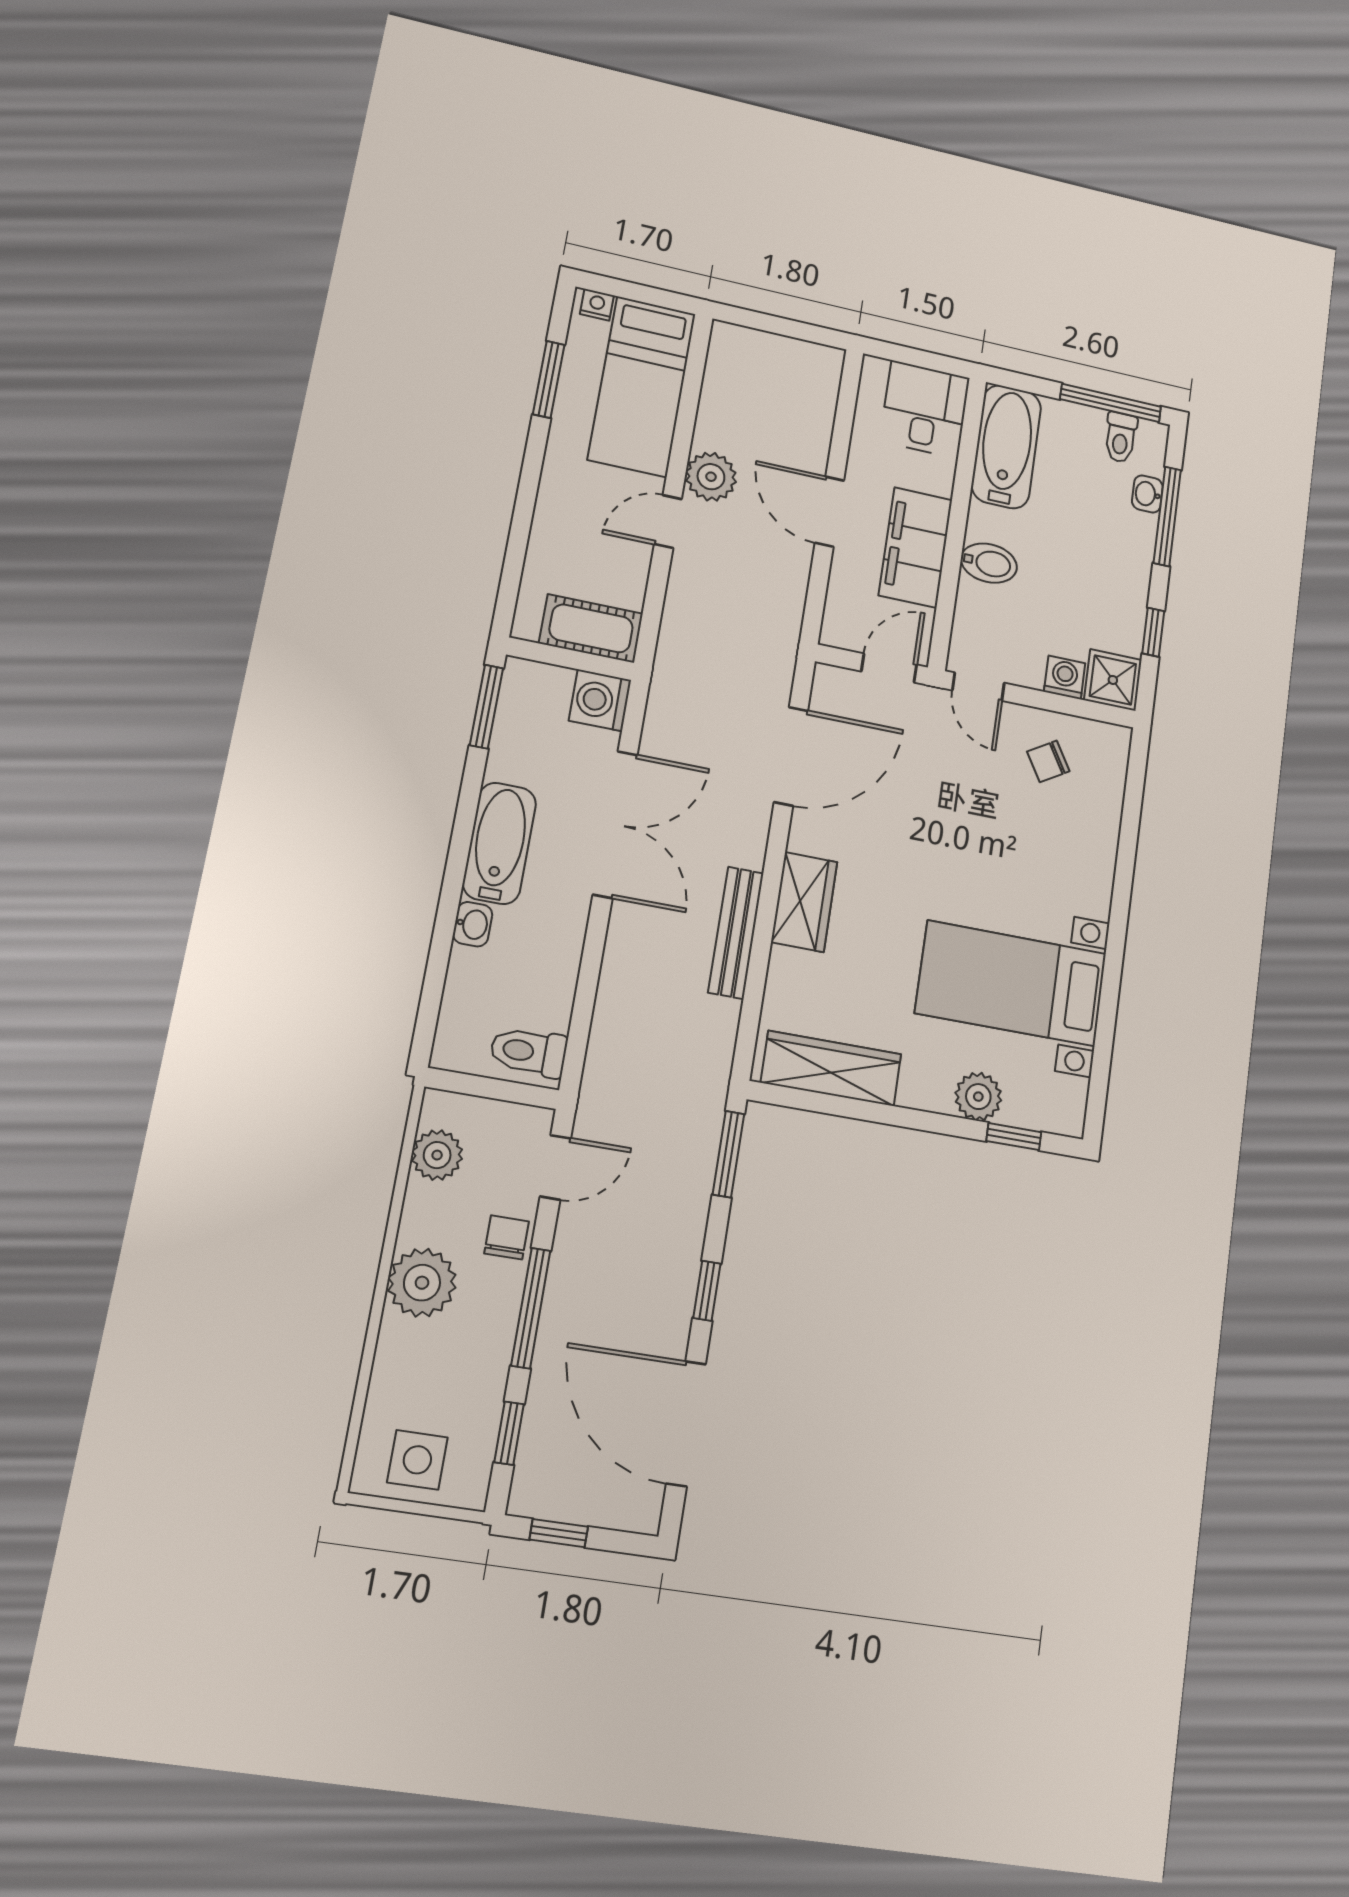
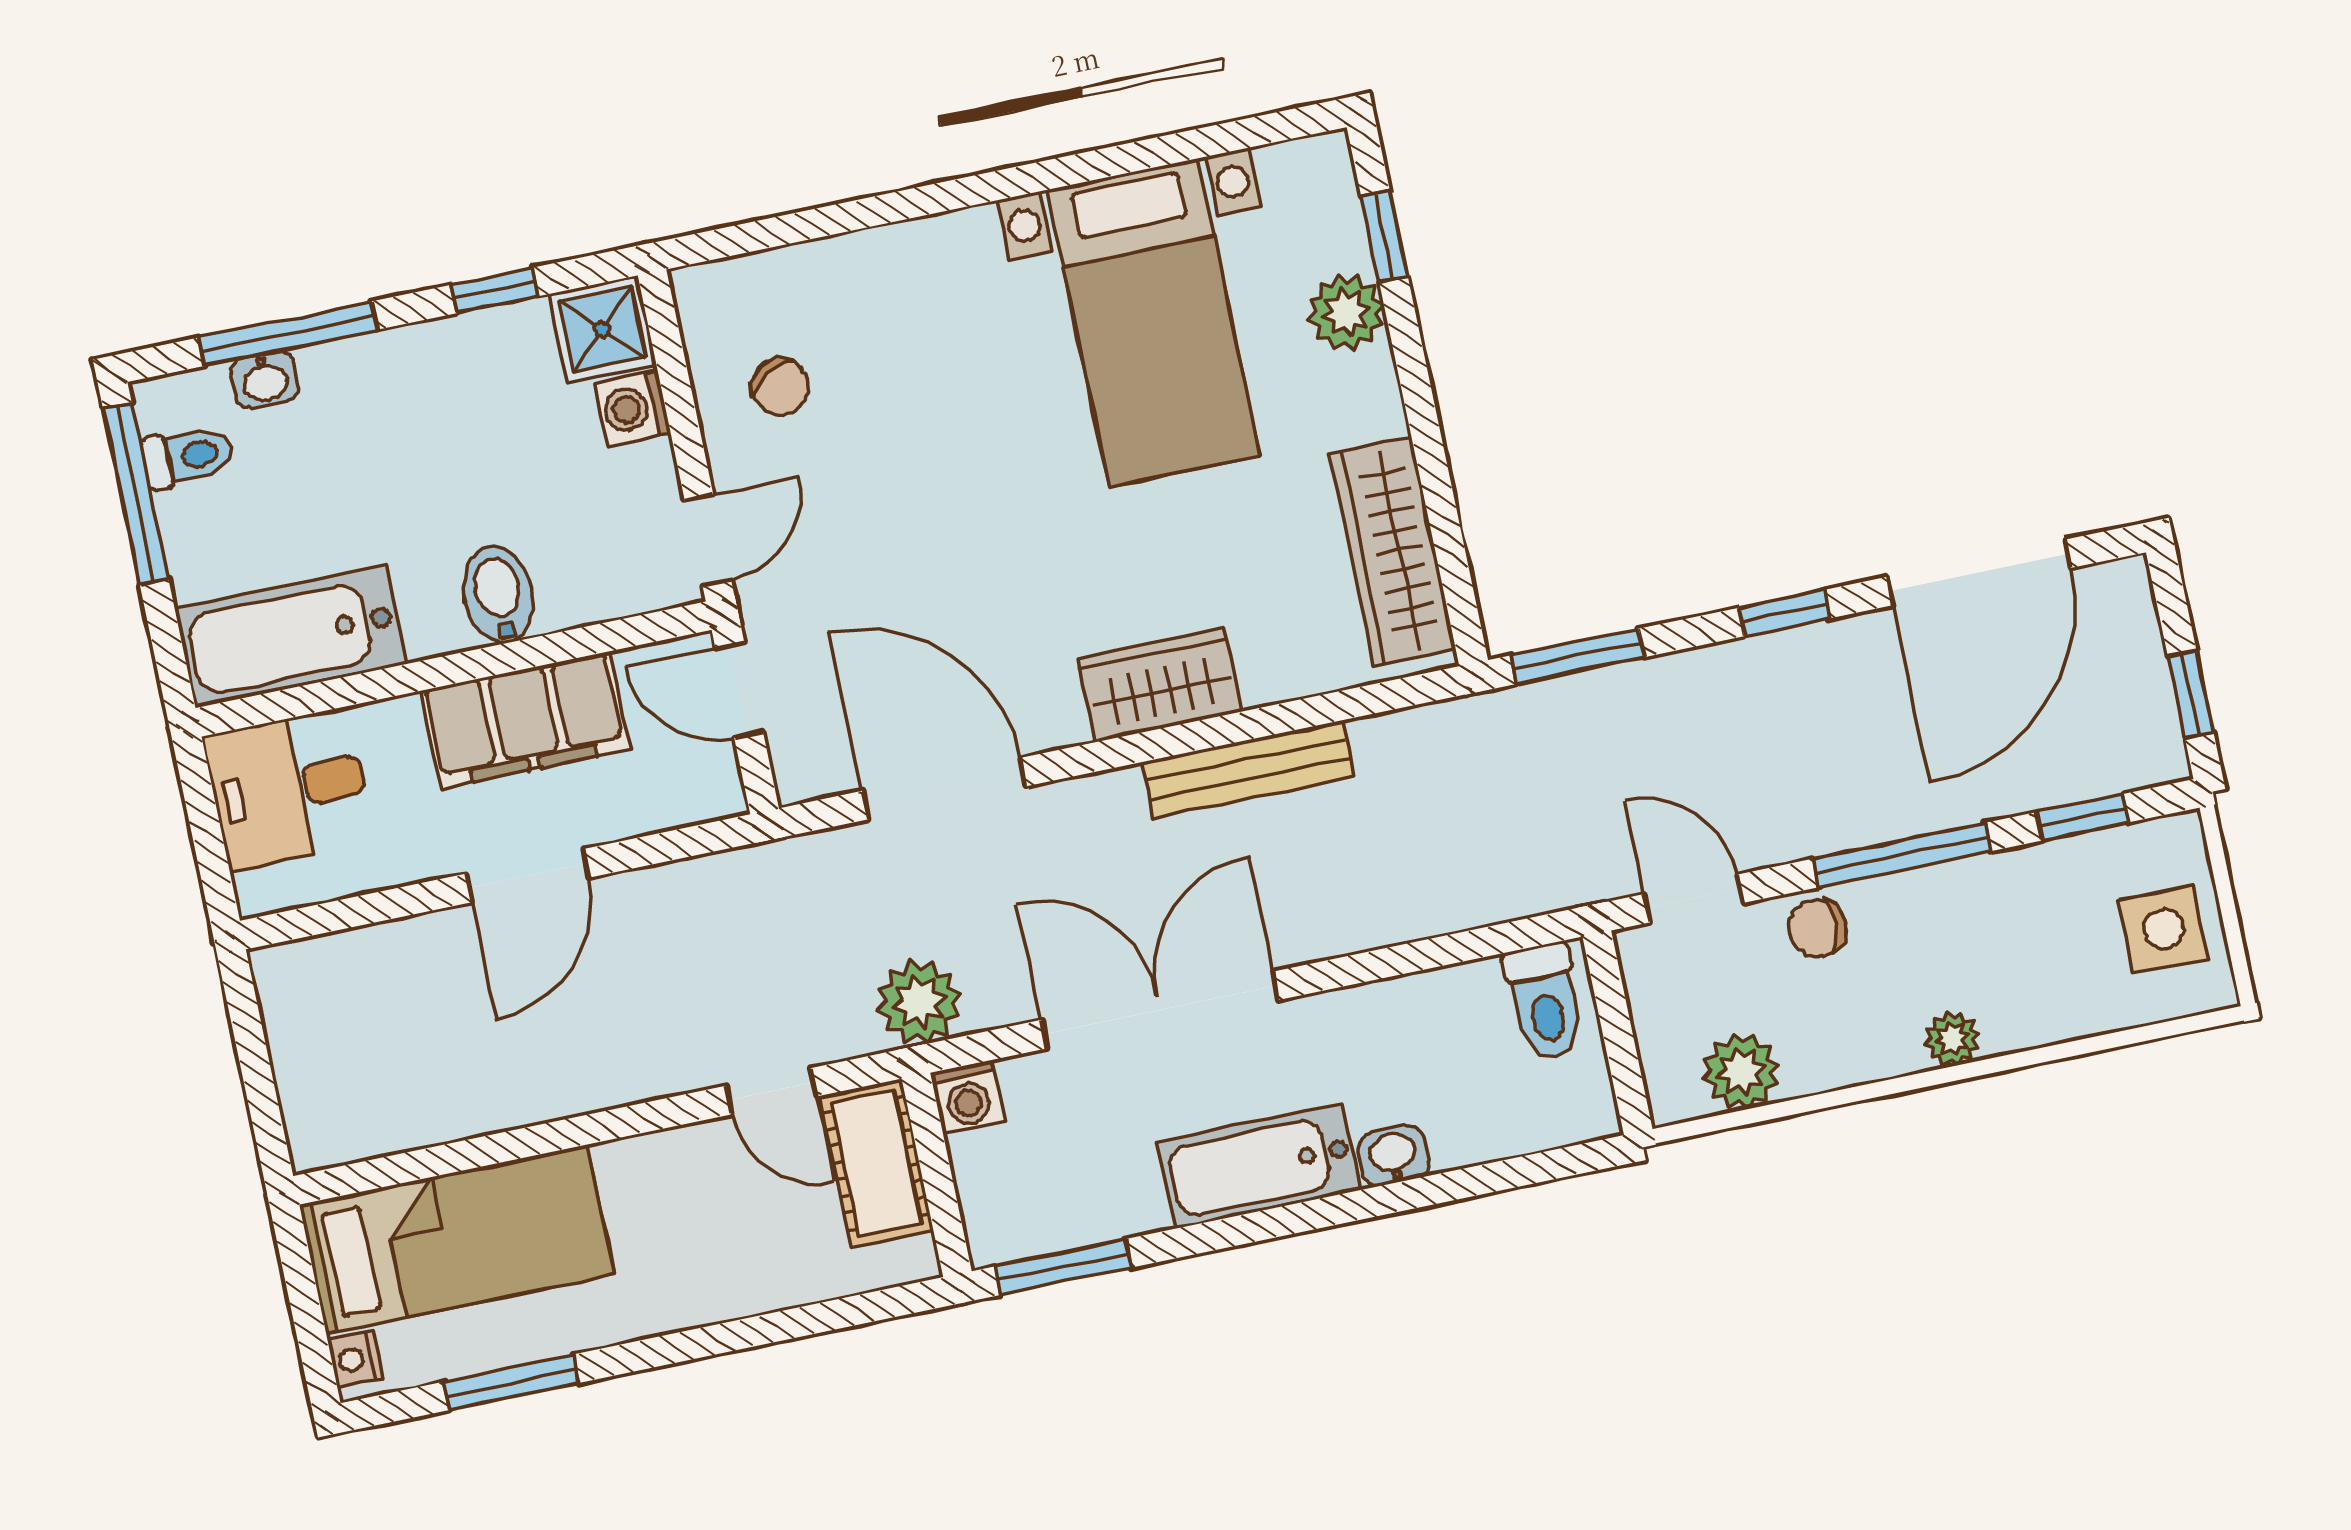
plant: (711, 477) -> (919, 1002), moved
door: (668, 522) -> (771, 1091), moved
washing machine: (600, 700) -> (967, 1097), width x0.73, depth x0.73
plant: (422, 1283) -> (1952, 1039), width x0.53, depth x0.53

